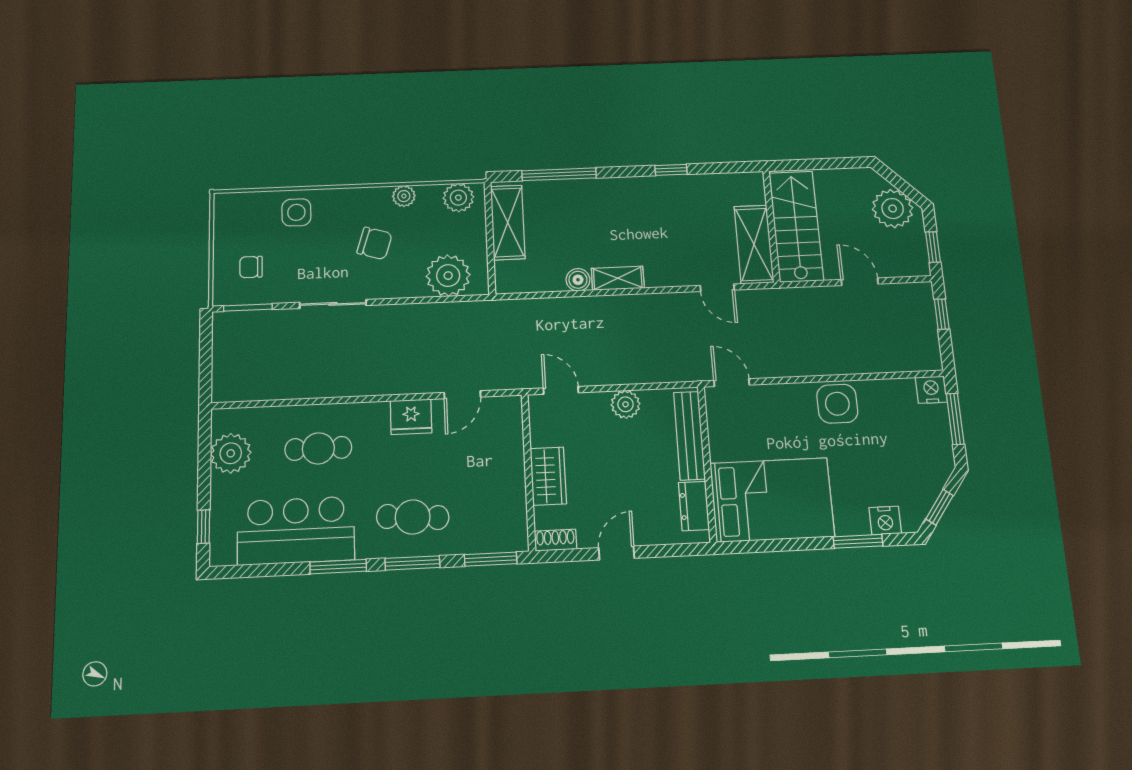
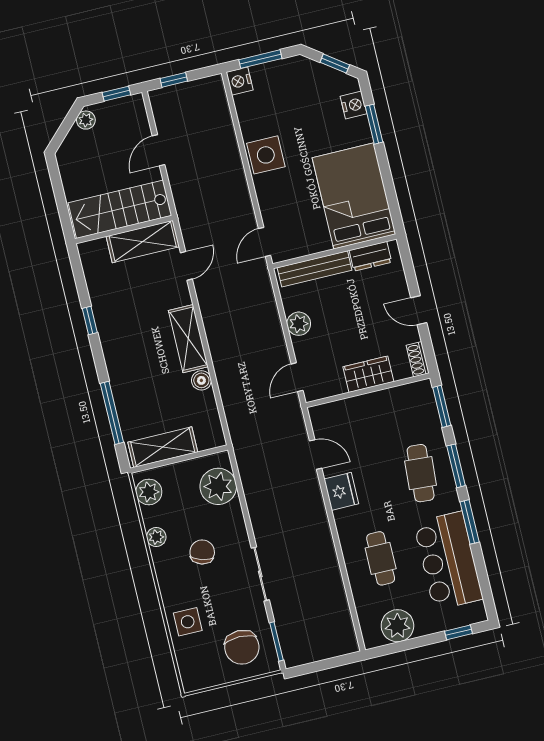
plant: (893, 209) -> (86, 120), width x0.53, depth x0.53
chair: (251, 267) -> (242, 647), width x1.87, depth x1.87
shelving: (618, 278) -> (188, 339), width x1.50, depth x1.33

